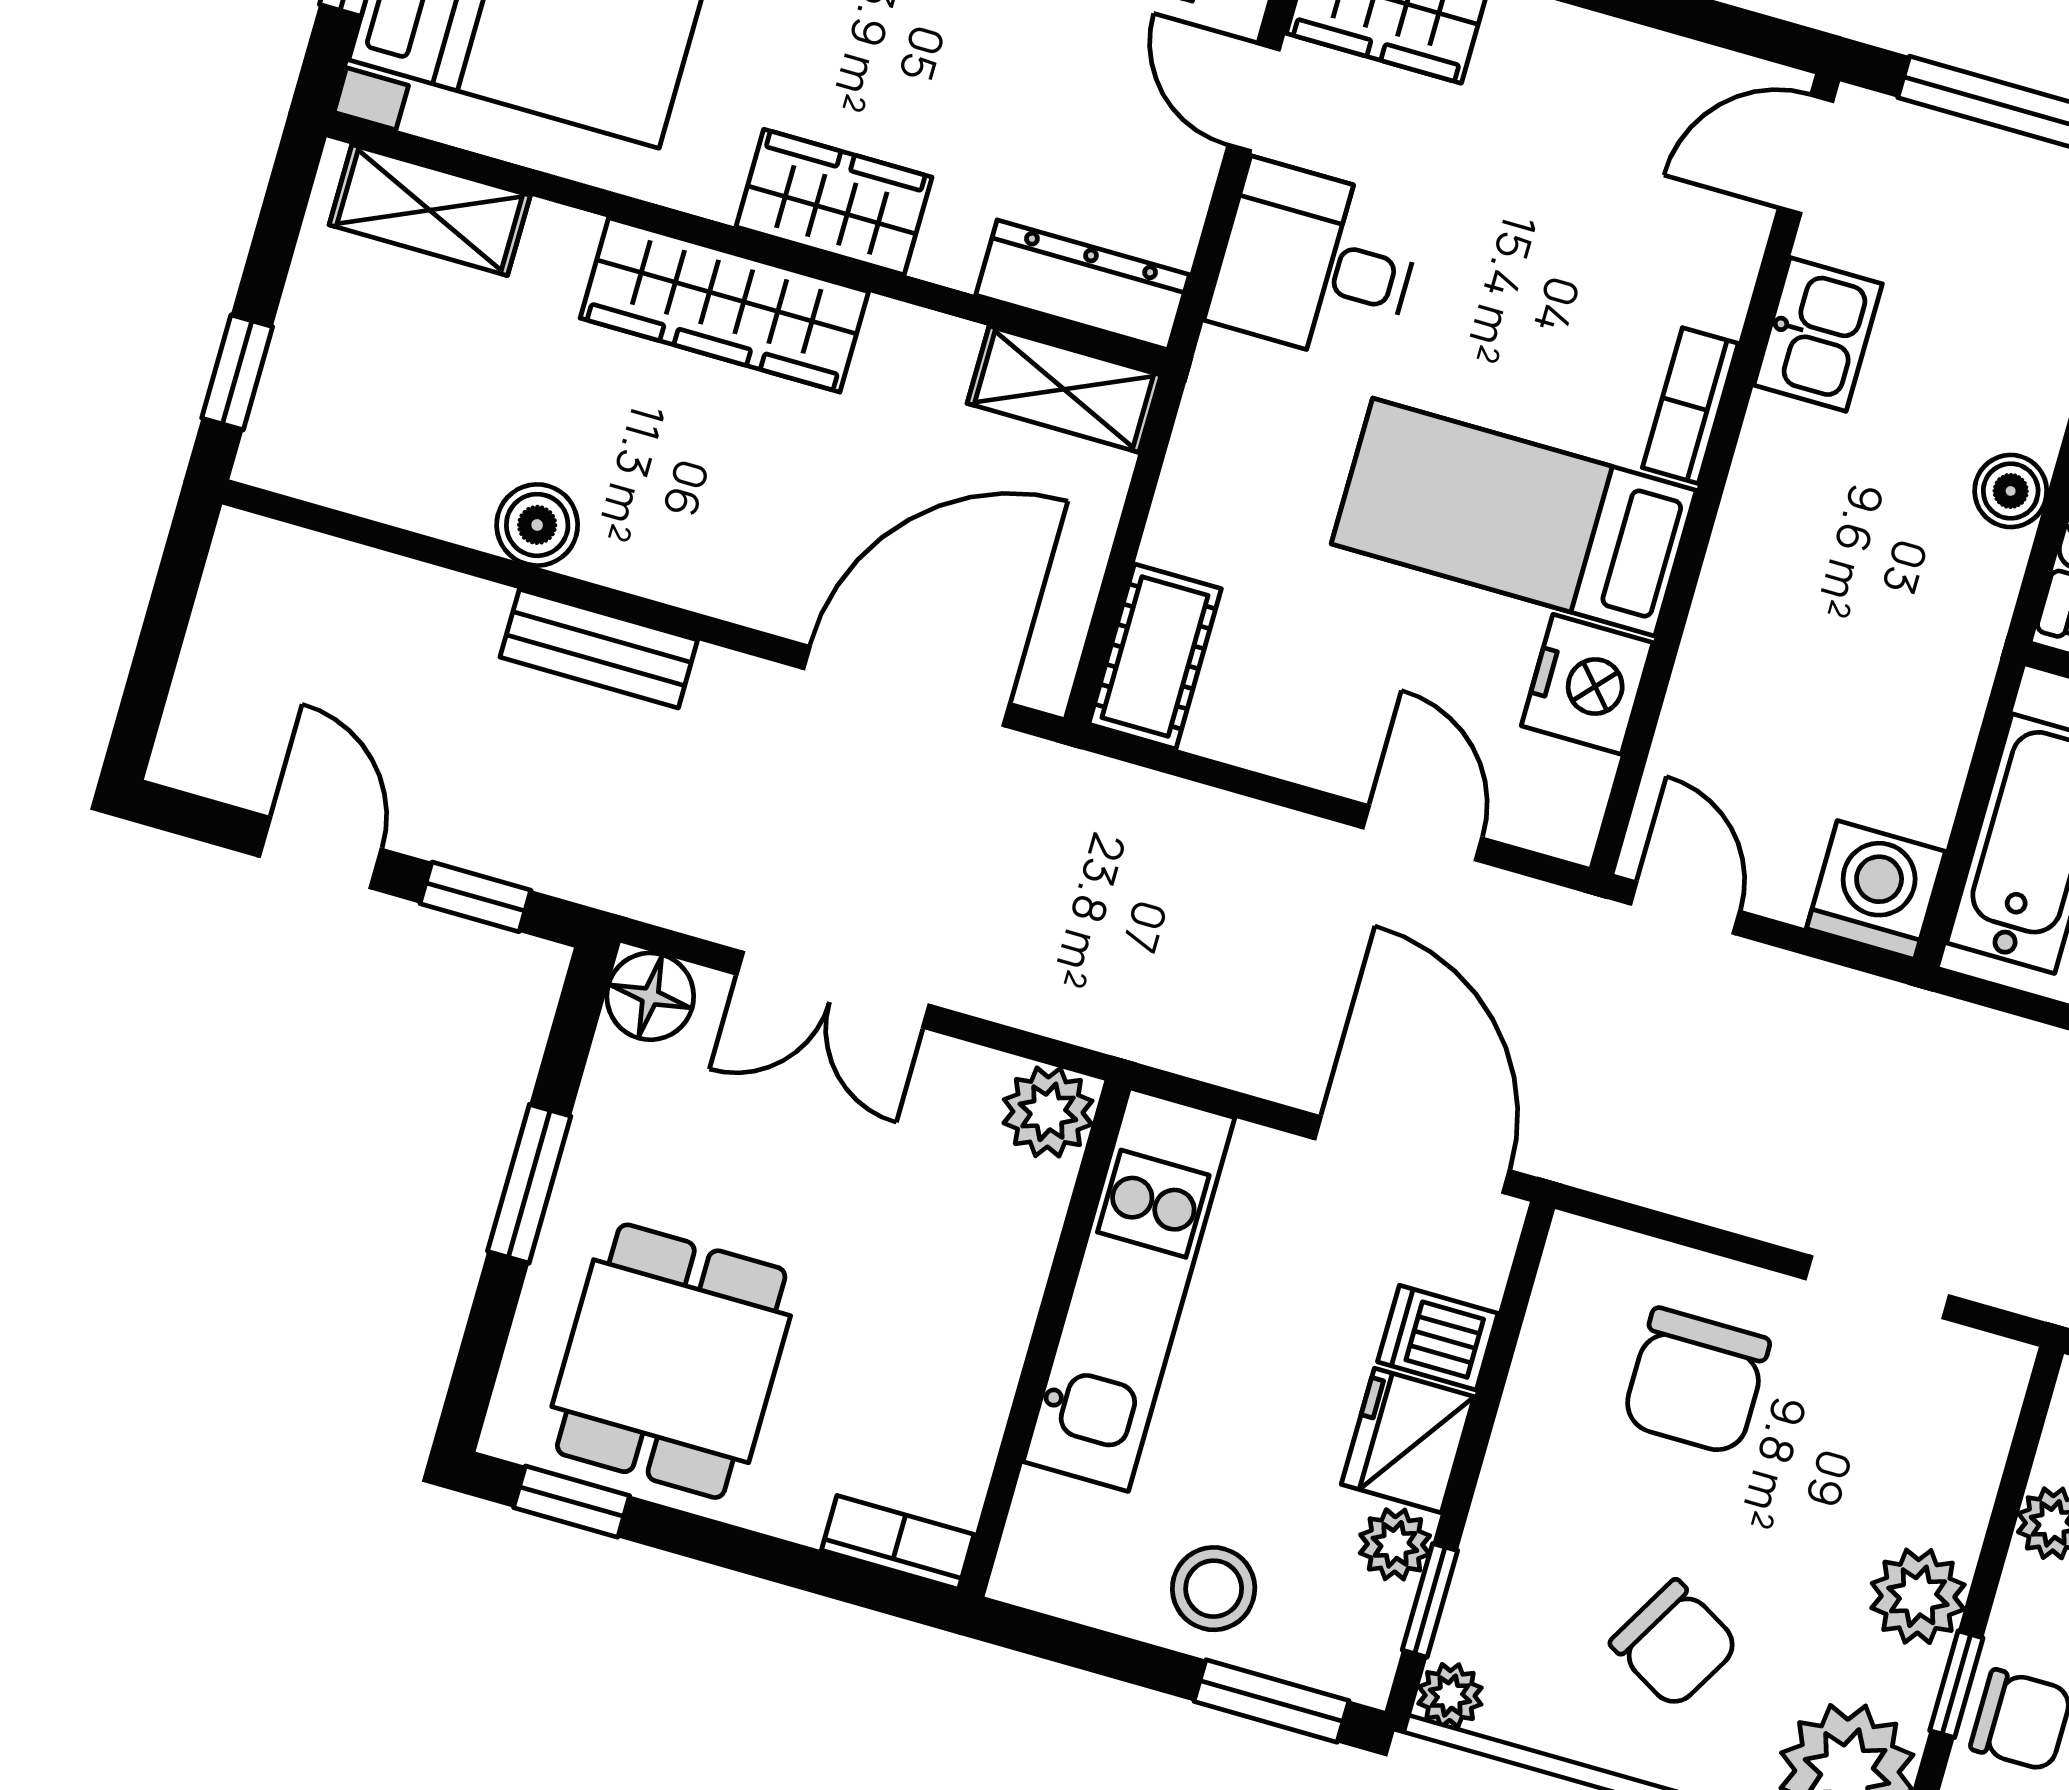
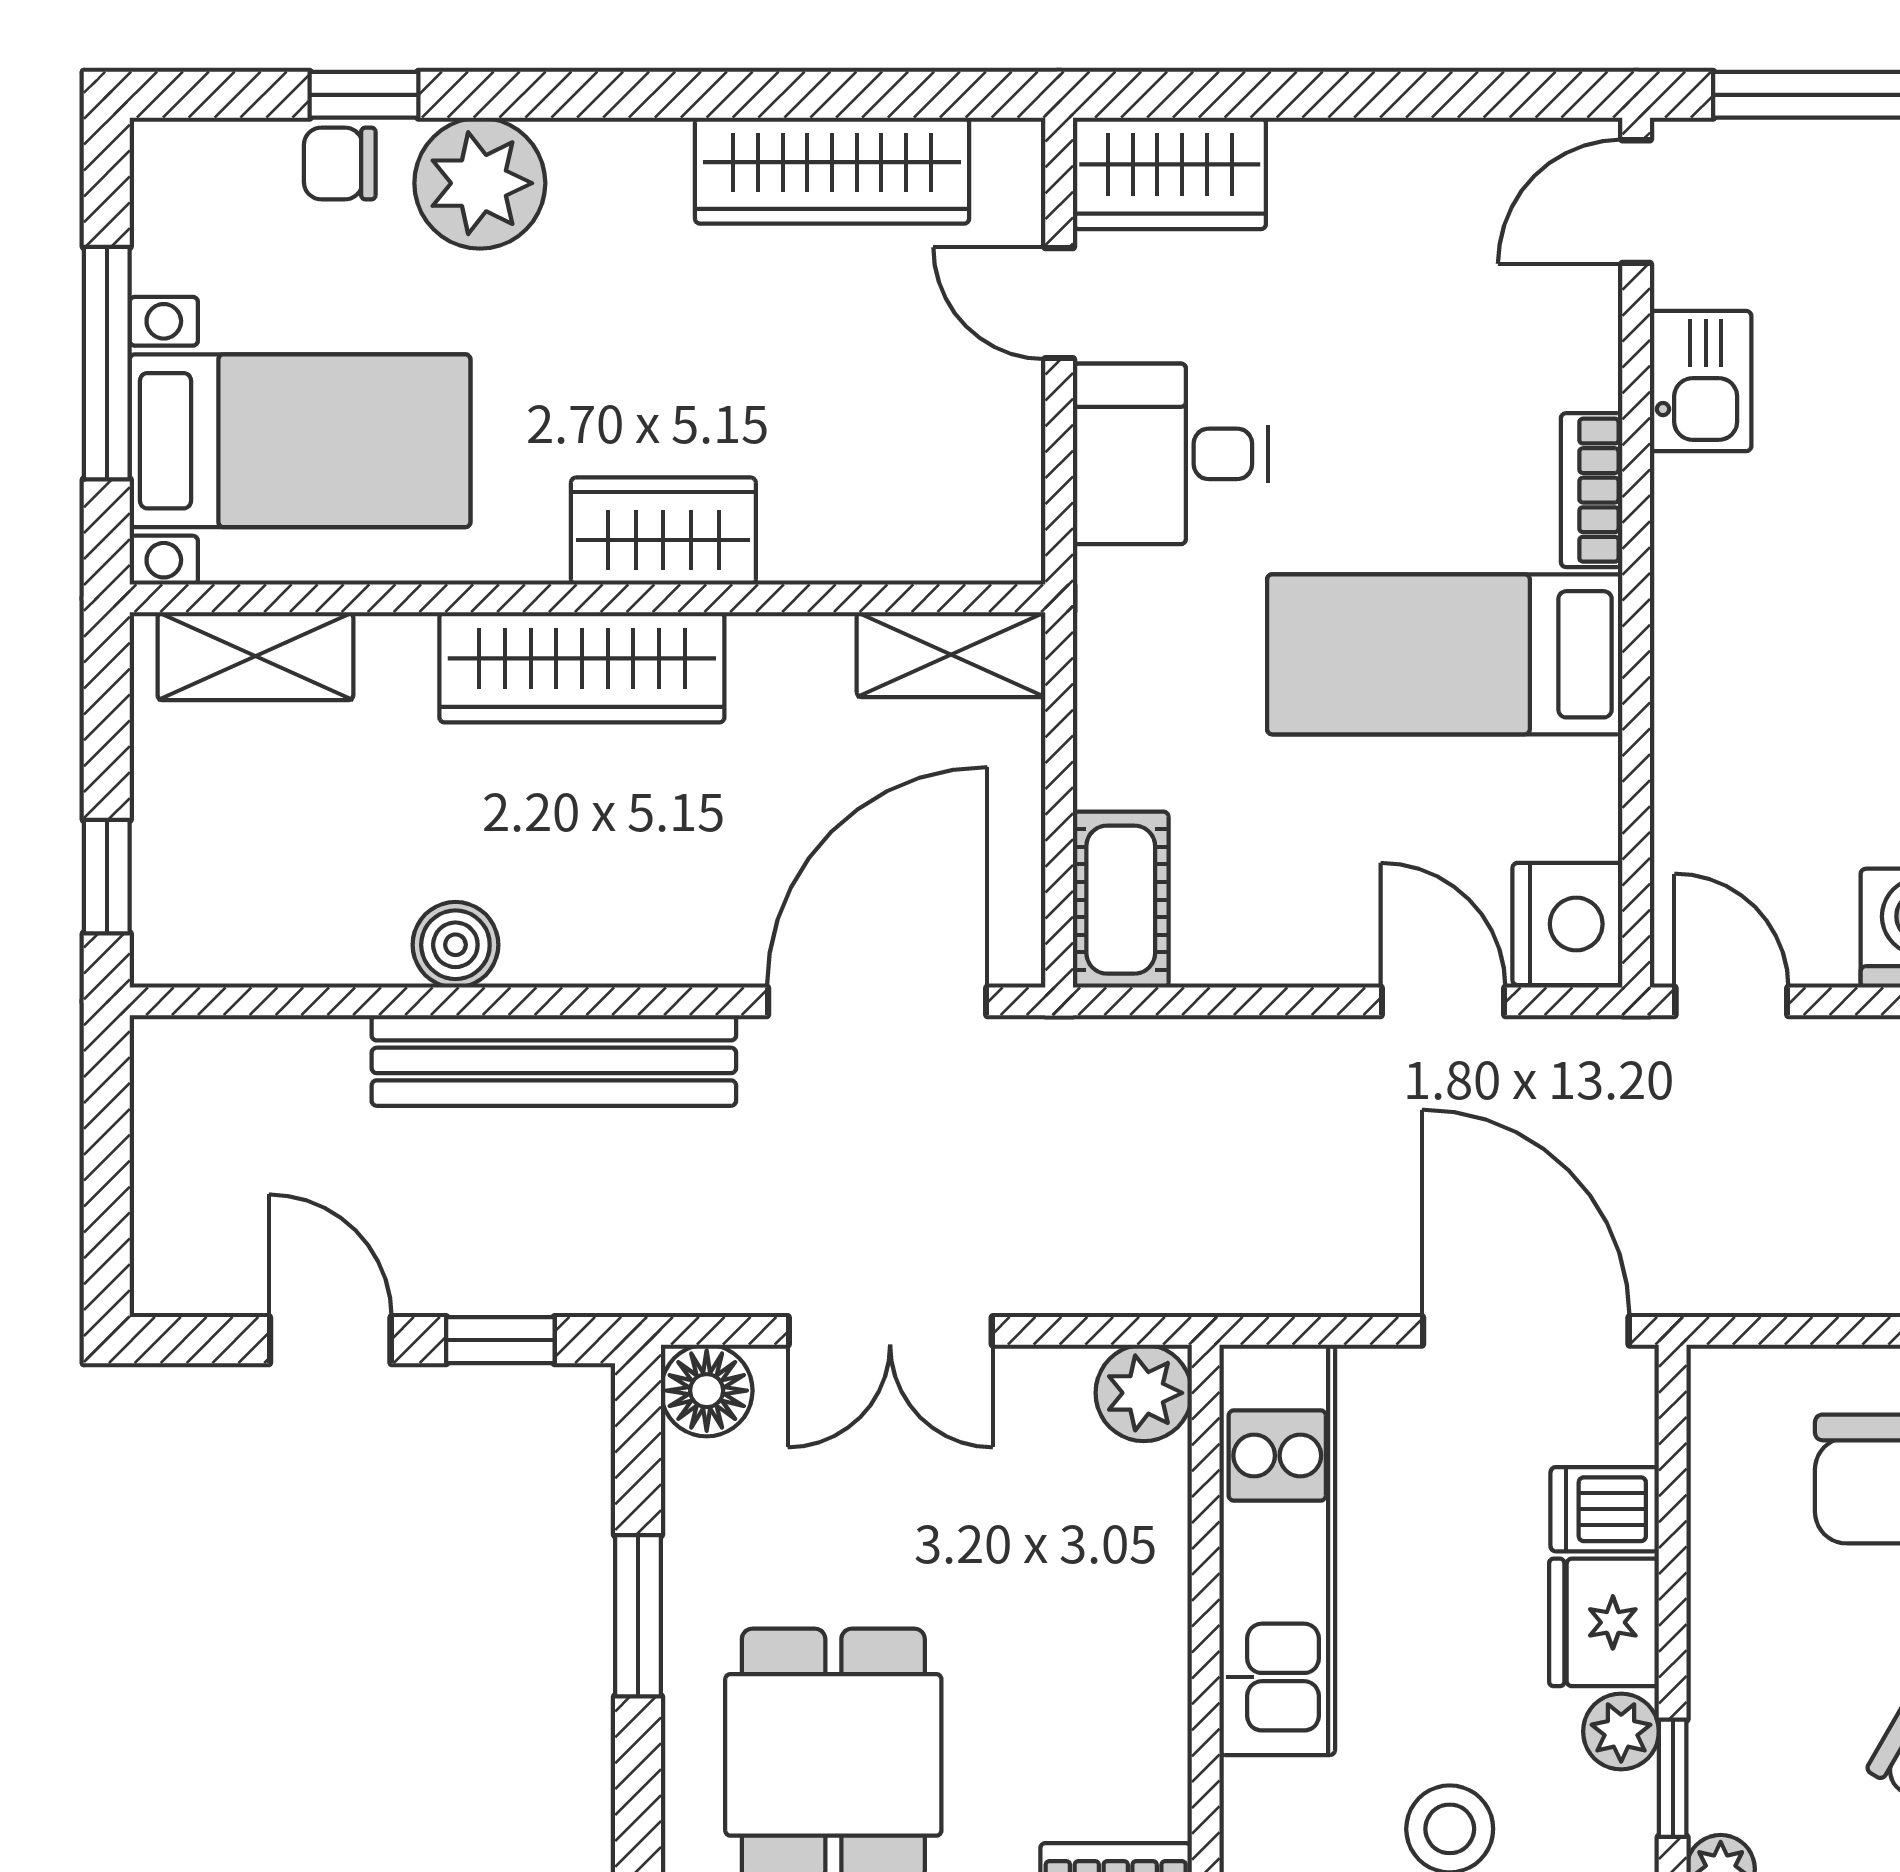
dresser: (1083, 285) -> (940, 543), removed
bench: (599, 649) -> (554, 1060), width x1.86, depth x1.21
nightstand: (1587, 684) -> (1567, 924), moved

